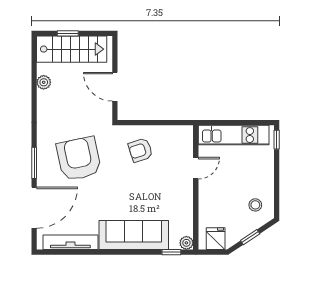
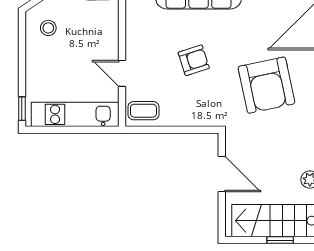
coffee table: (178, 138) -> (143, 111), added
armchair: (140, 150) -> (194, 60), moved
door: (196, 168) -> (122, 73), hinge flipped

